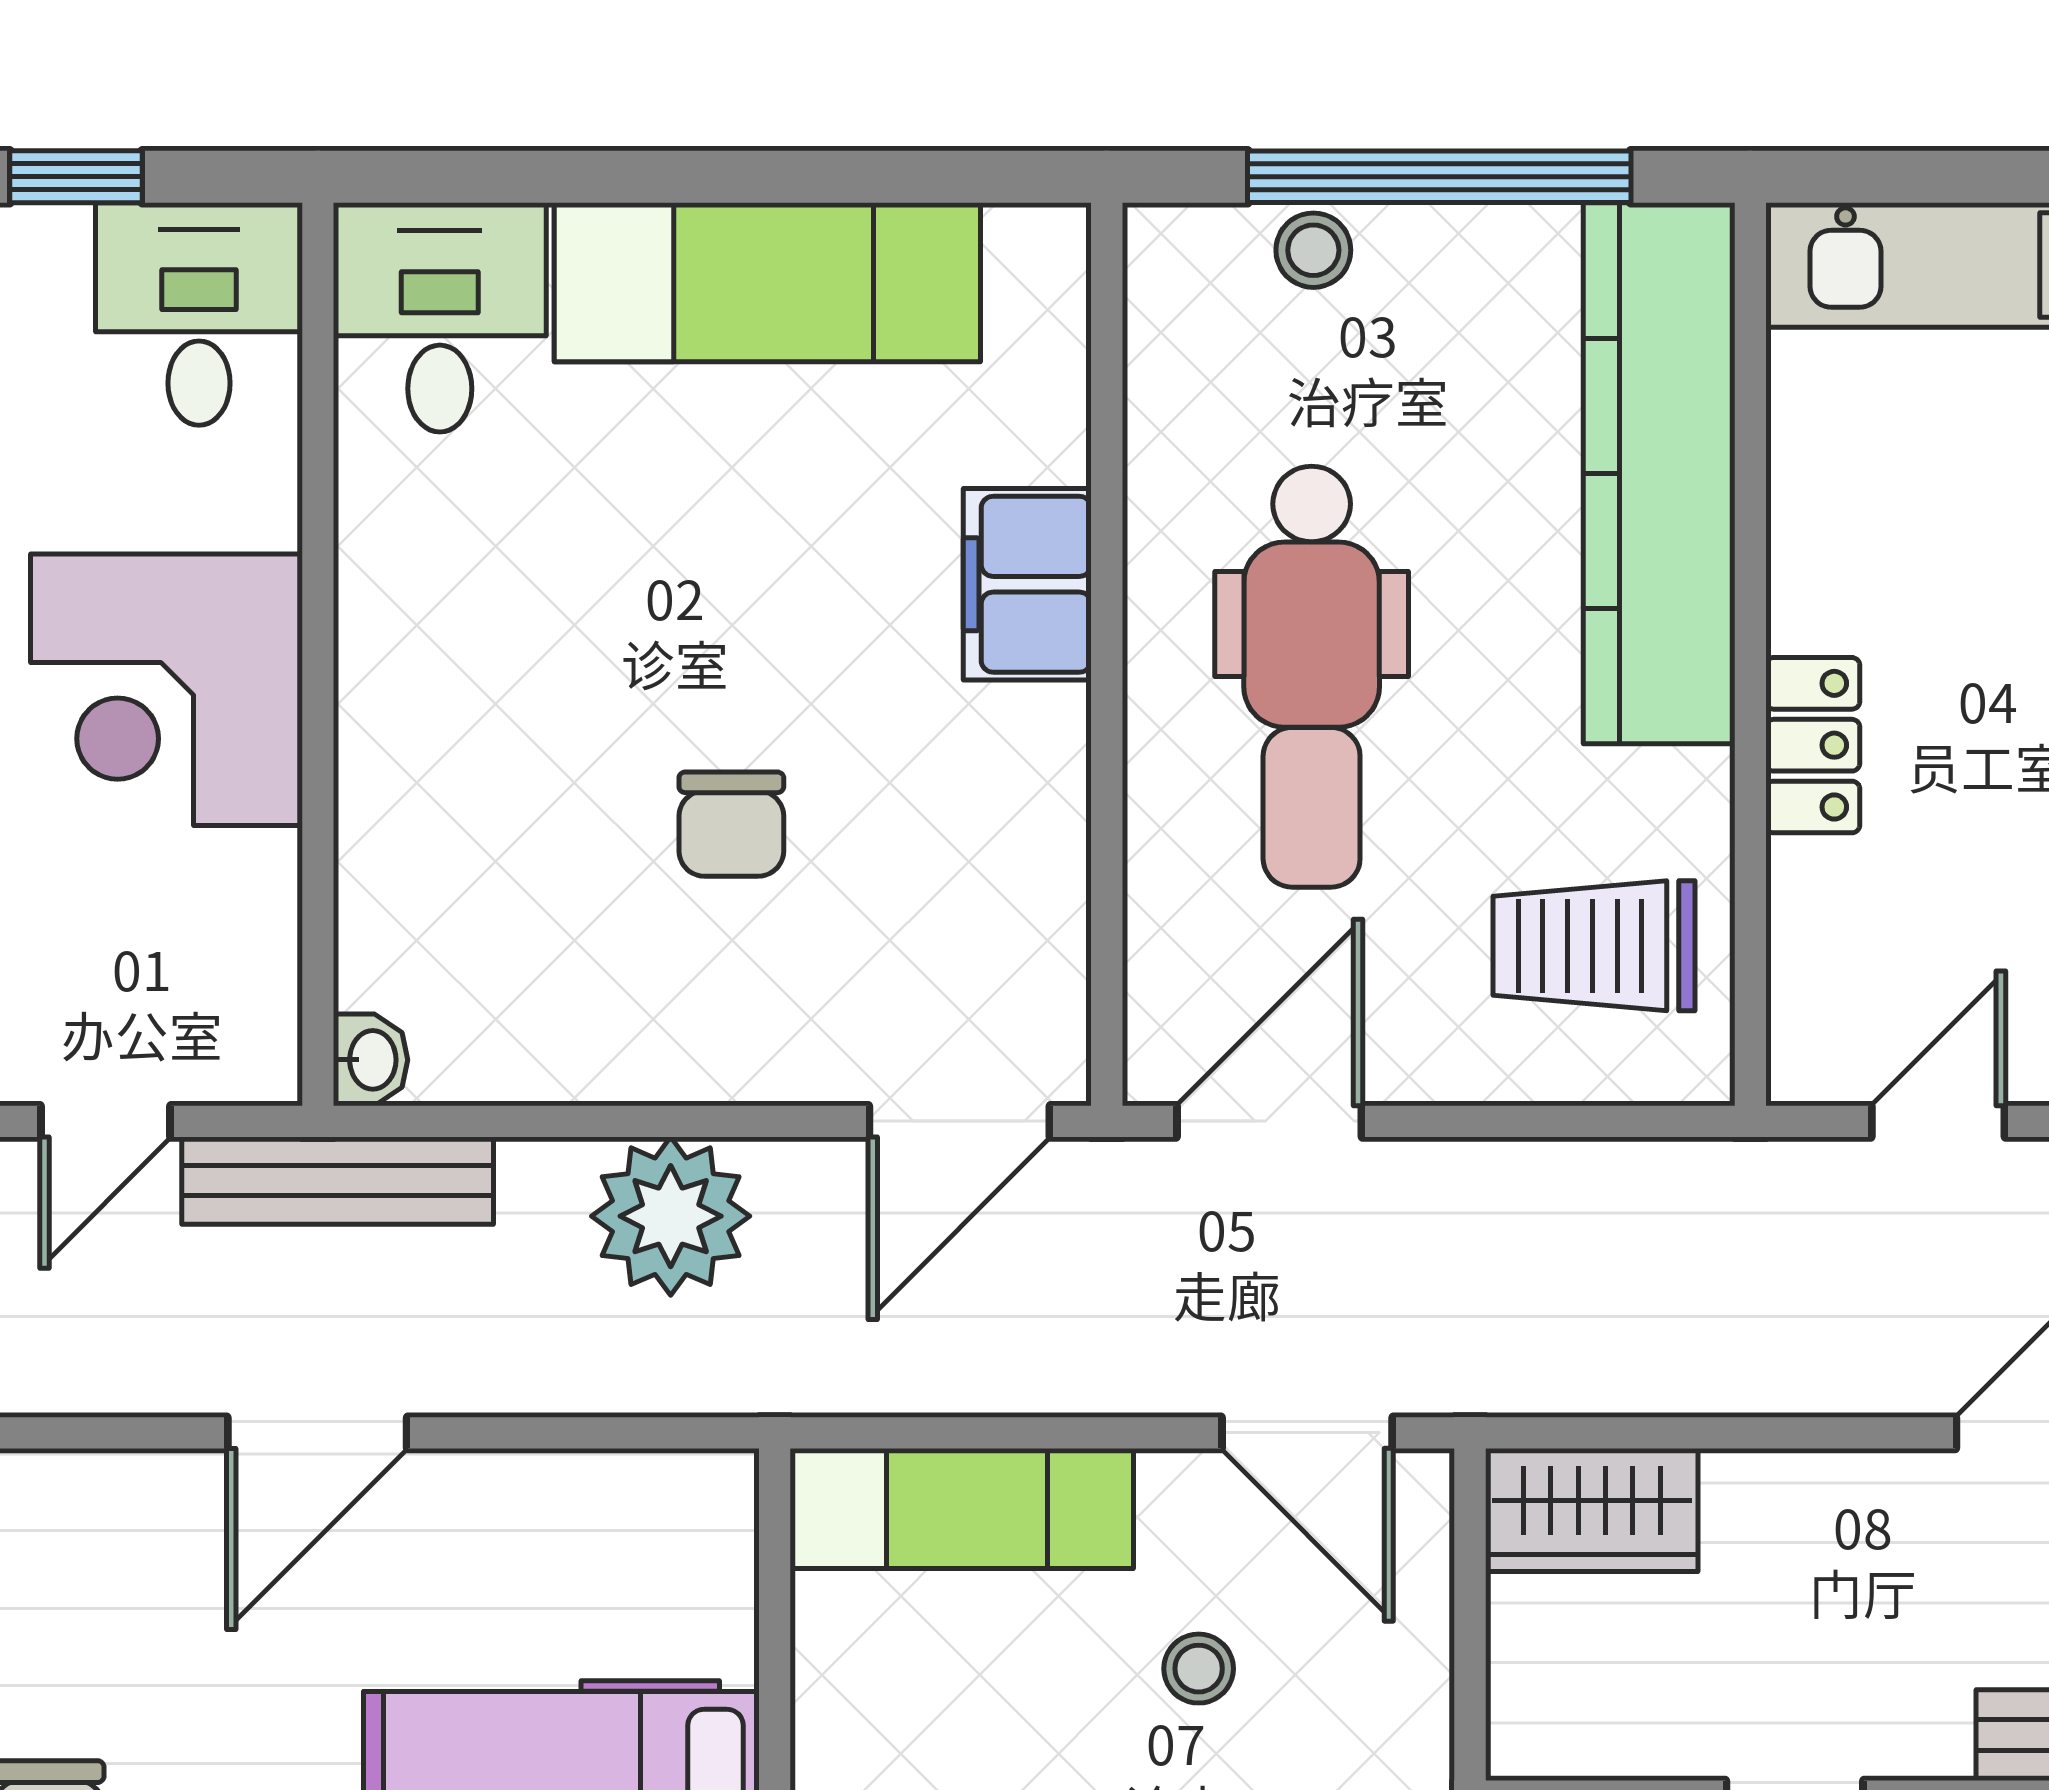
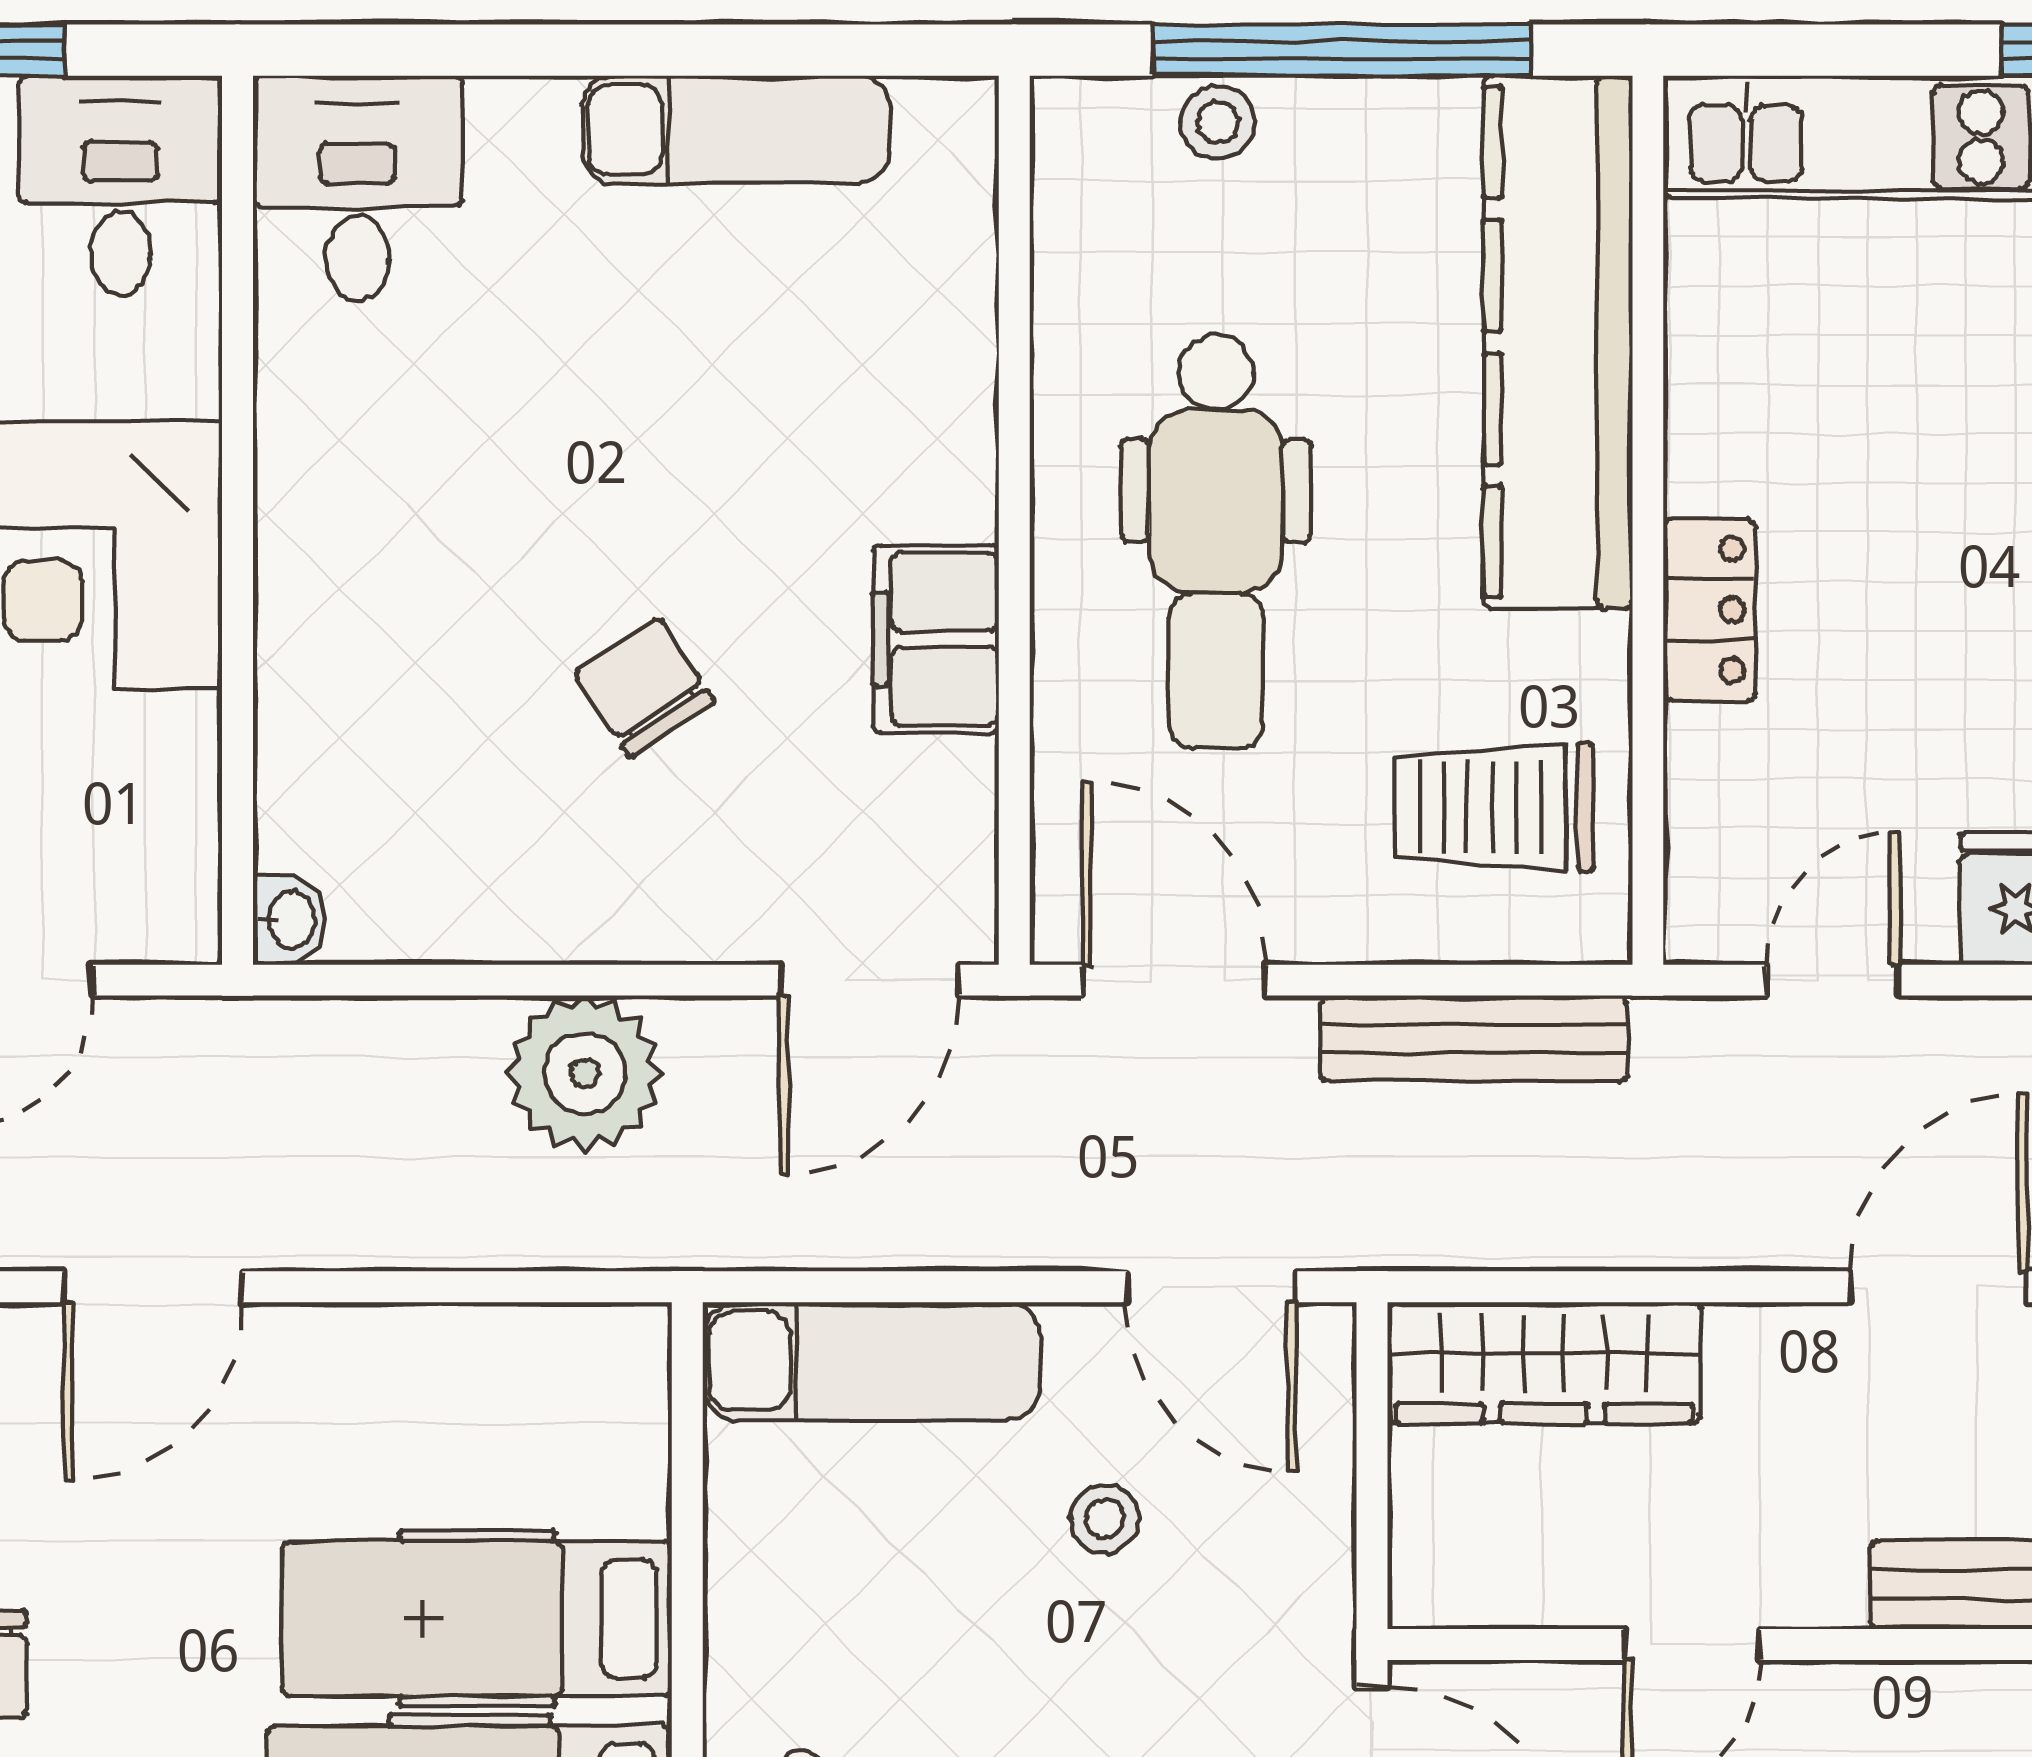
exam couch: (767, 282) -> (736, 130), width x0.73, depth x0.69
filing cabinet: (1027, 584) -> (936, 639), moved
chair: (731, 824) -> (645, 687), turned 147
door: (1269, 1121) -> (1174, 980), hinge flipped
bench: (338, 1181) -> (1474, 1038), moved
door: (317, 1433) -> (153, 1287), moved
wardrobe: (1592, 1510) -> (1544, 1363), width x1.50

